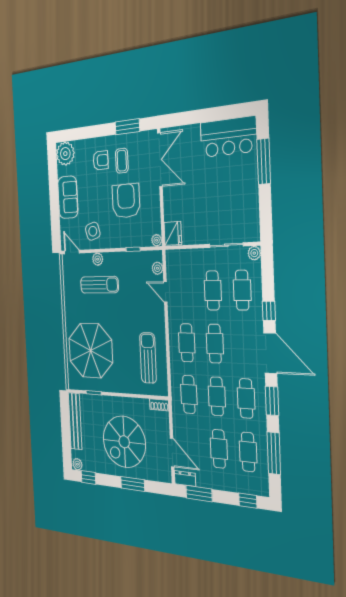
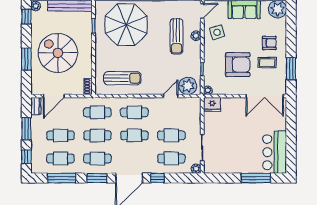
armchair: (101, 160) -> (269, 43), turned -90
plant: (157, 268) -> (188, 86), width x1.88, depth x1.88
window: (199, 493) -> (26, 129), moved

